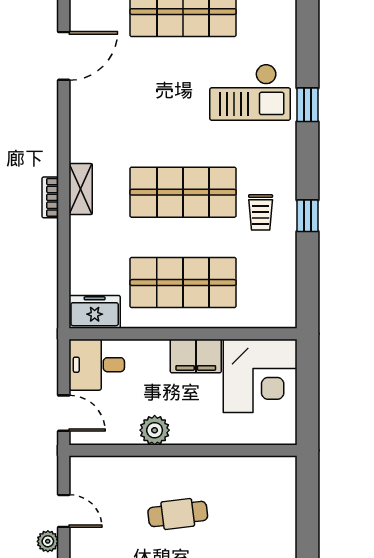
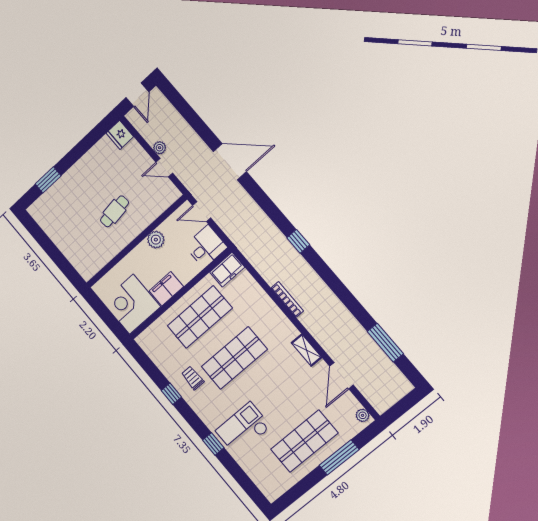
shelving: (81, 189) -> (306, 350), moved
bookcase: (50, 197) -> (287, 299), width x1.56

